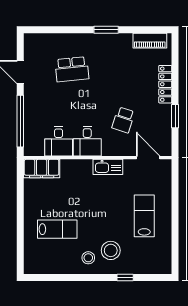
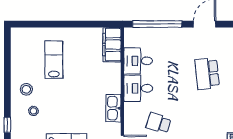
lab bench: (57, 229) -> (54, 60), turned 180
stool: (111, 250) -> (33, 111), width x0.53, depth x0.53

